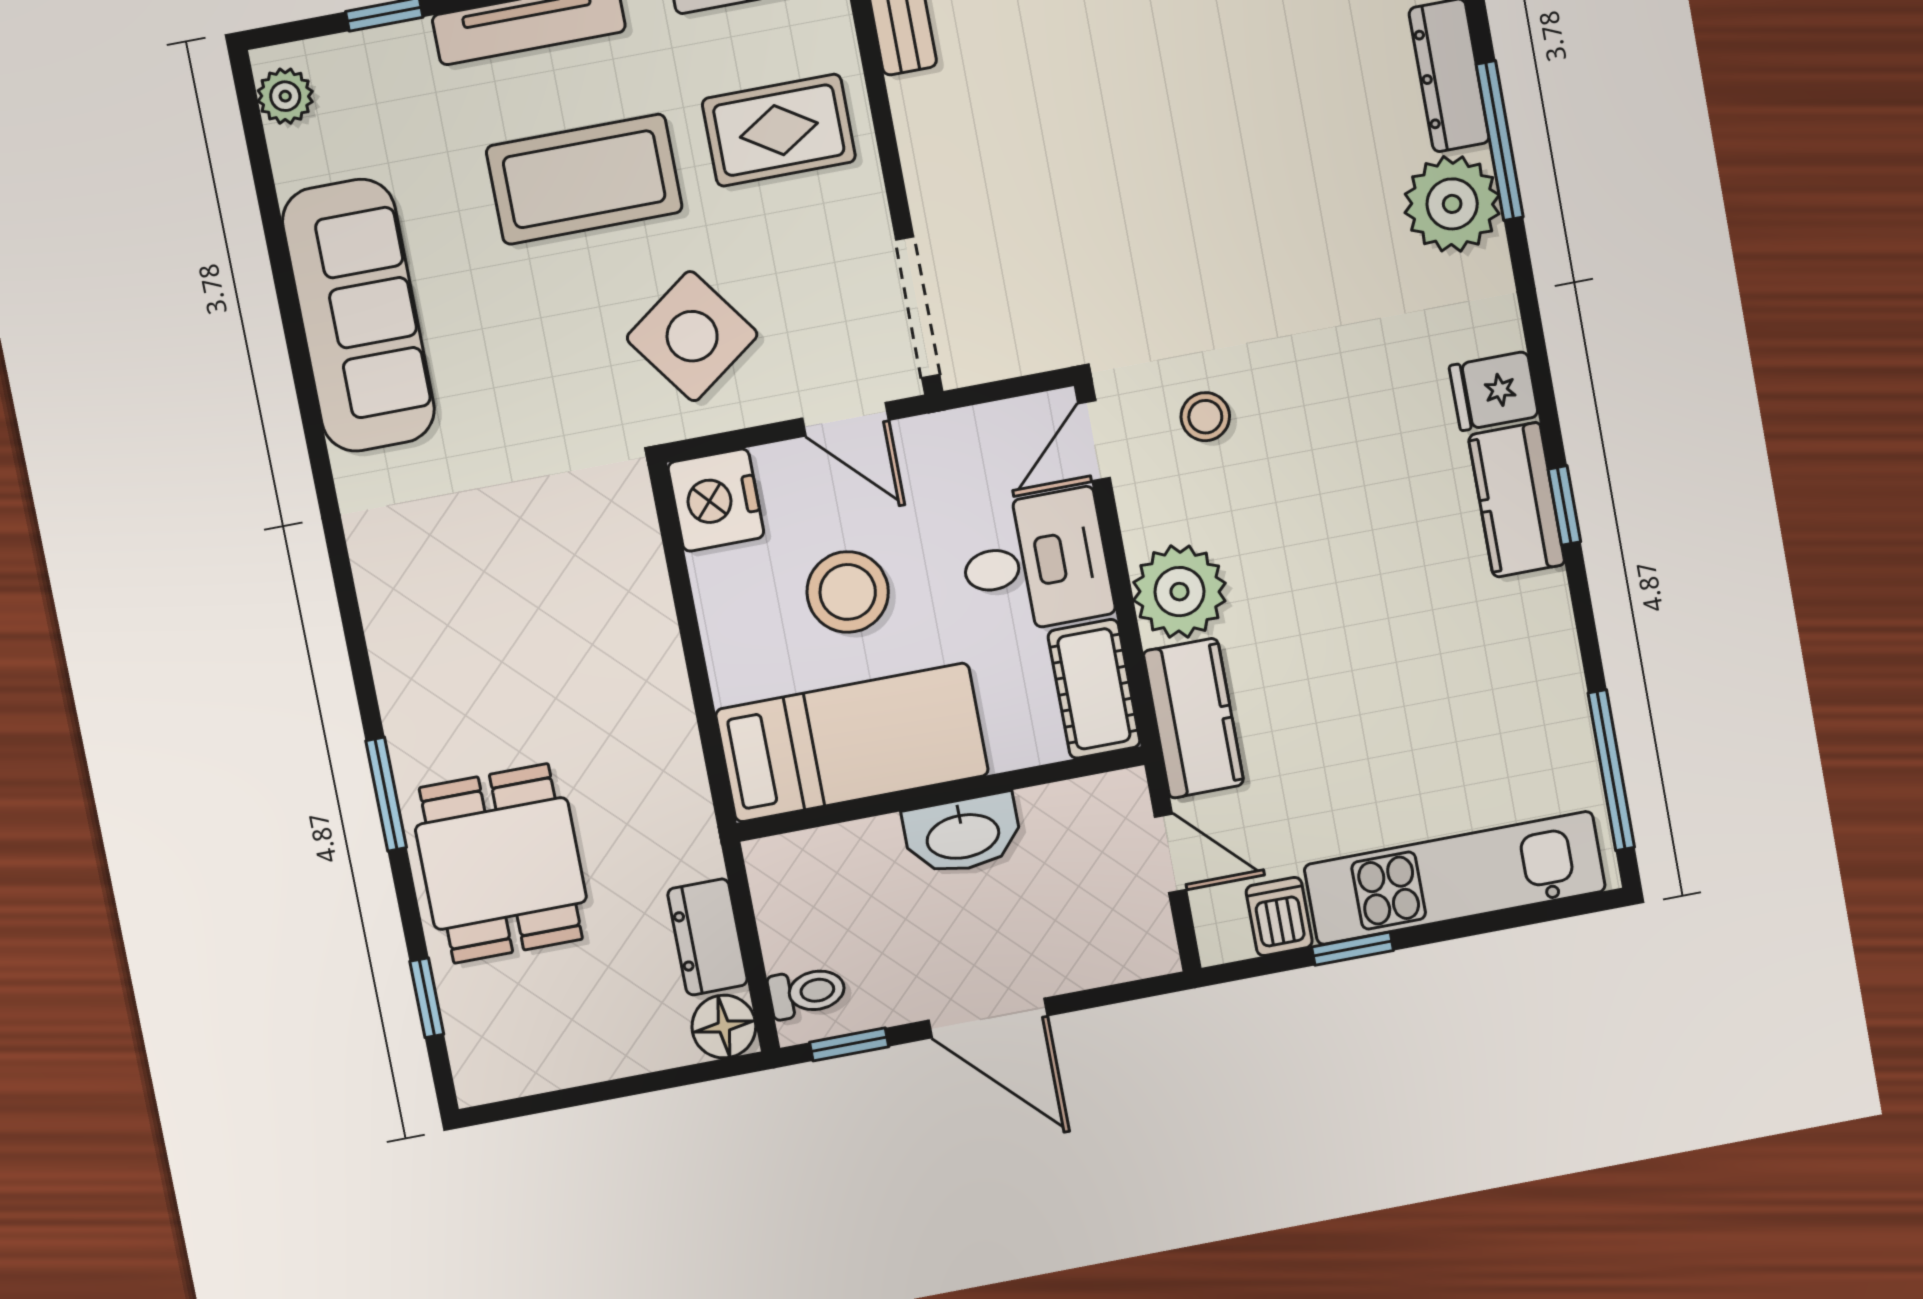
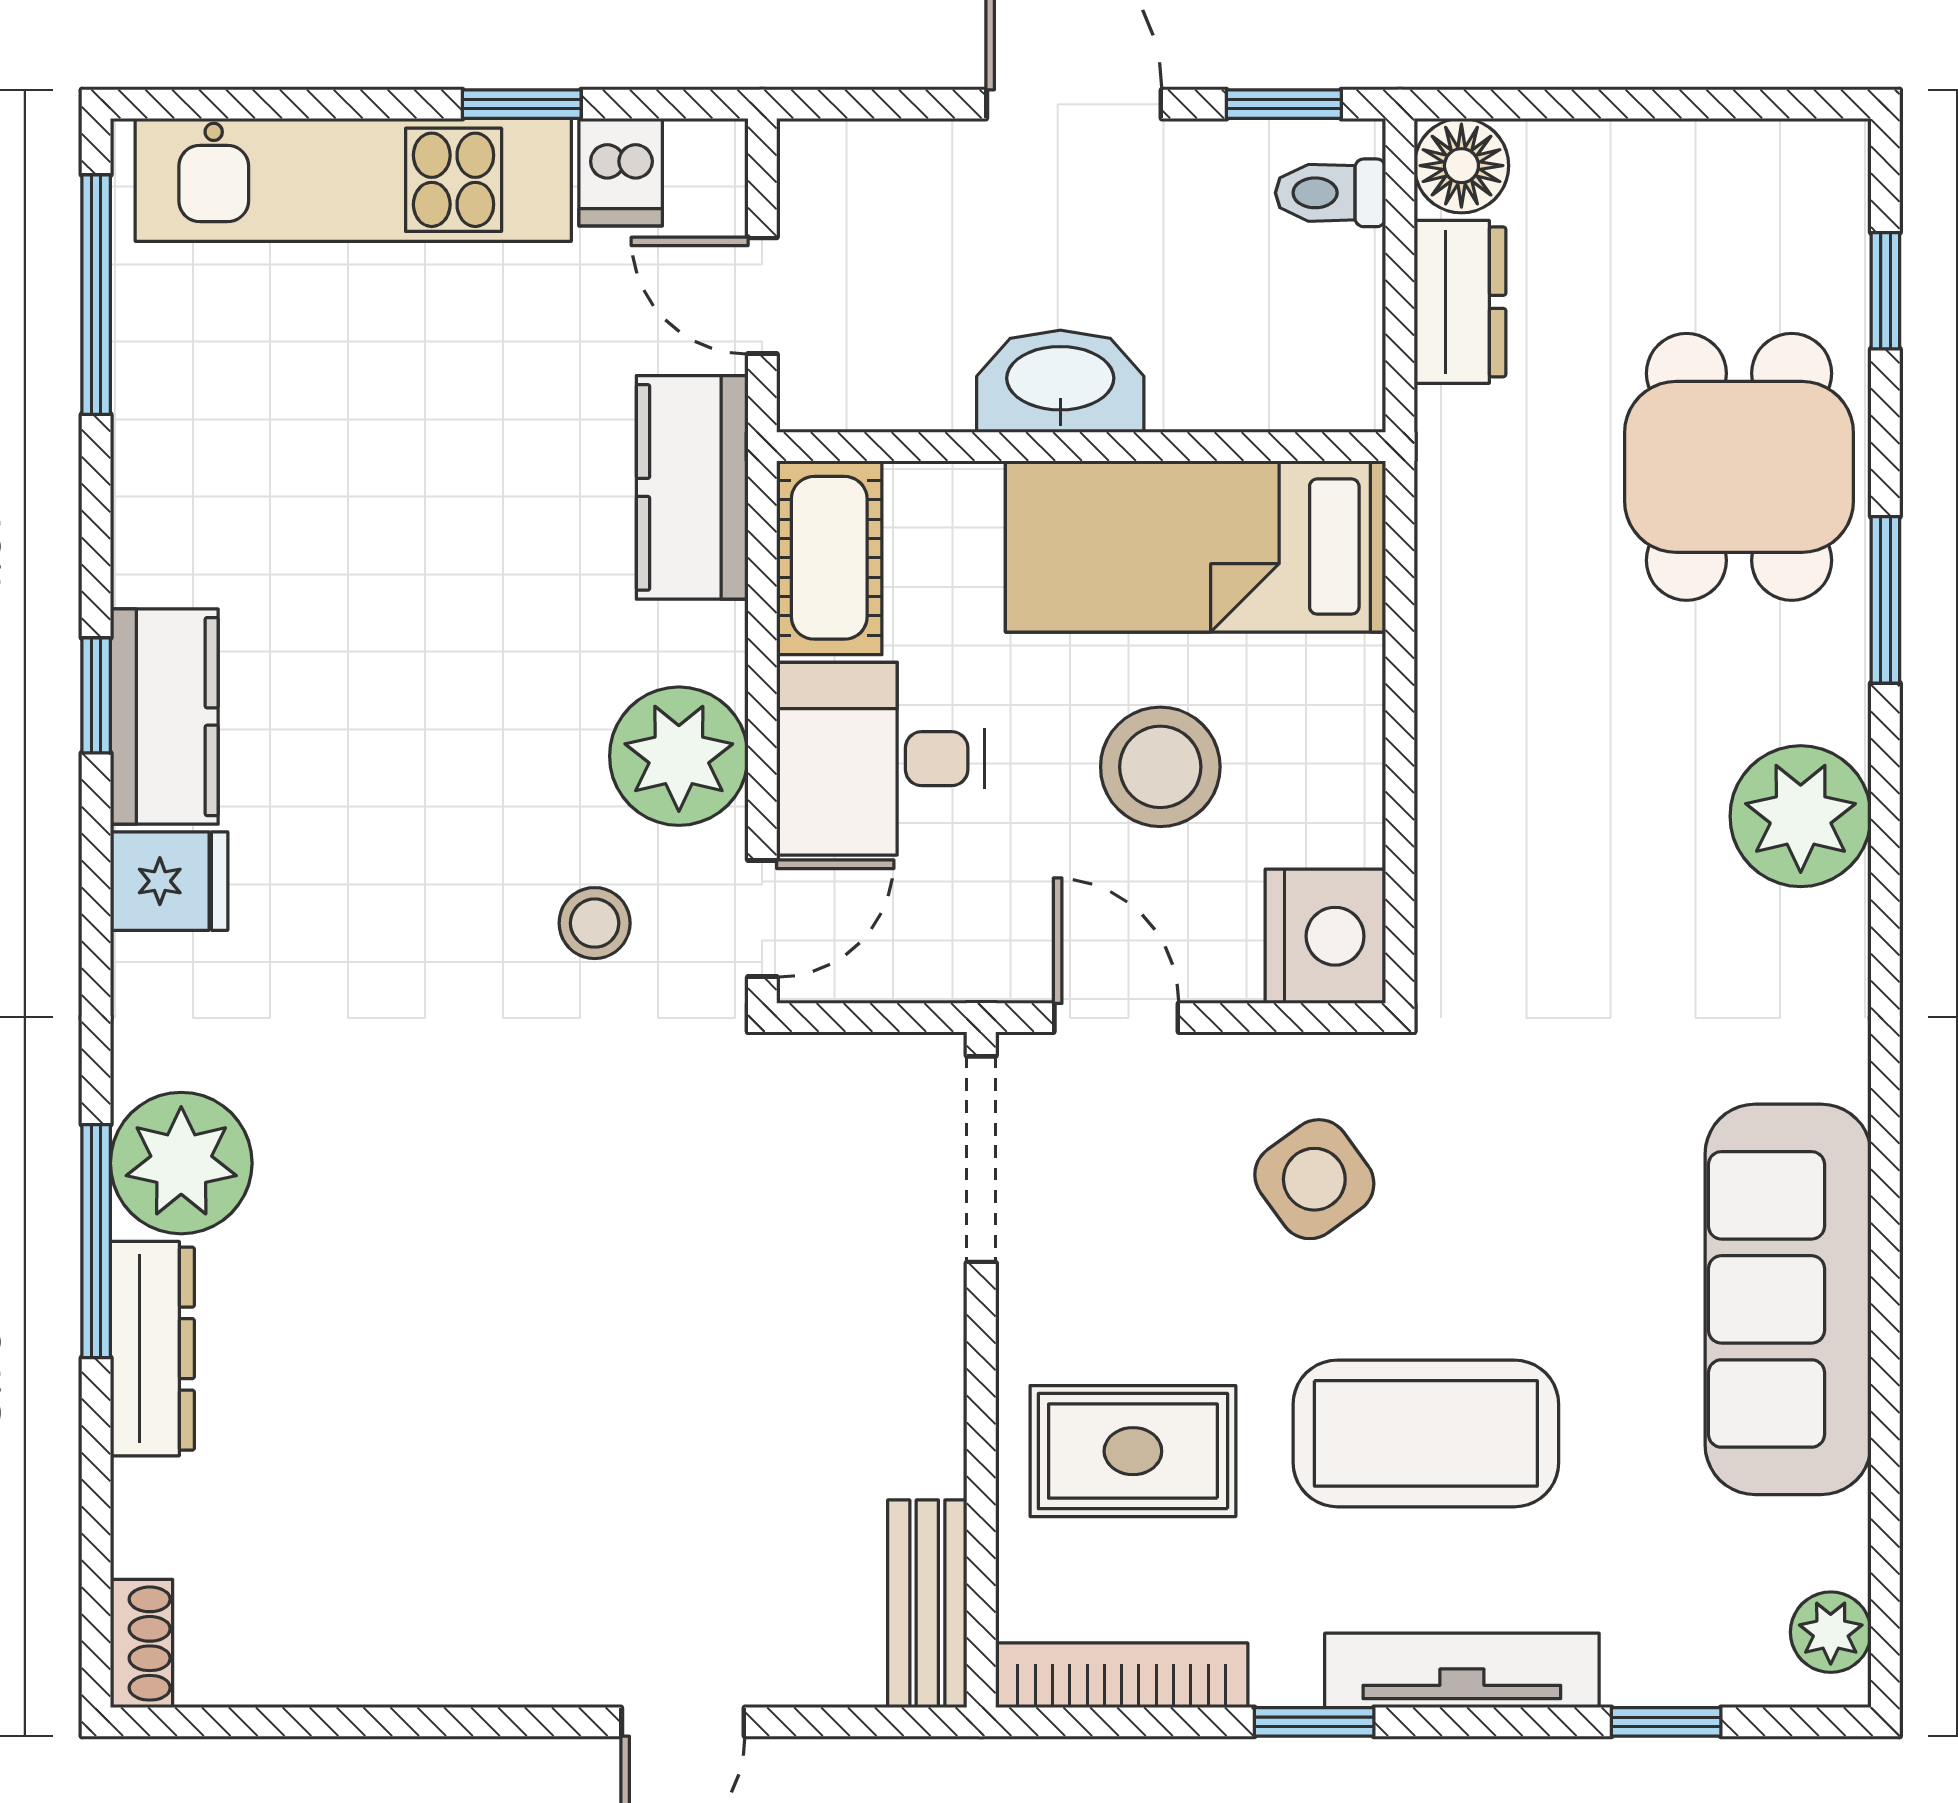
side table: (692, 336) -> (1314, 1179), width x0.73, depth x0.73
plant: (1179, 592) -> (679, 756), moved
plant: (414, 640) -> (1801, 816), added

